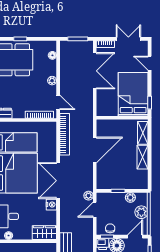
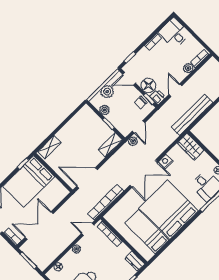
door: (58, 102) -> (88, 229), hinge flipped
door: (95, 150) -> (87, 178), moved
shelving: (143, 157) -> (110, 145), moved
door: (95, 210) -> (138, 127), hinge flipped

